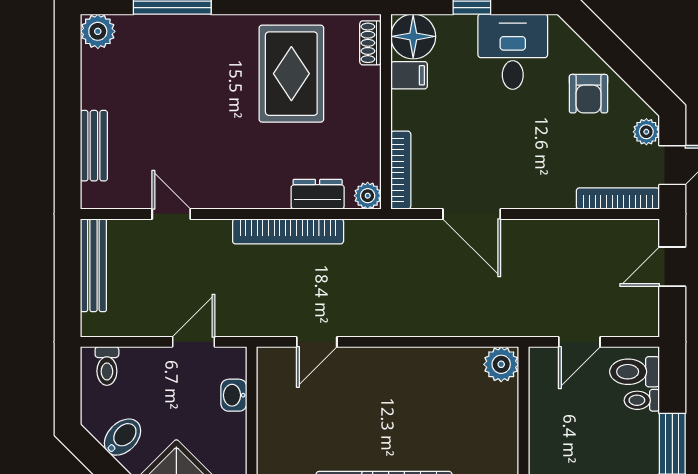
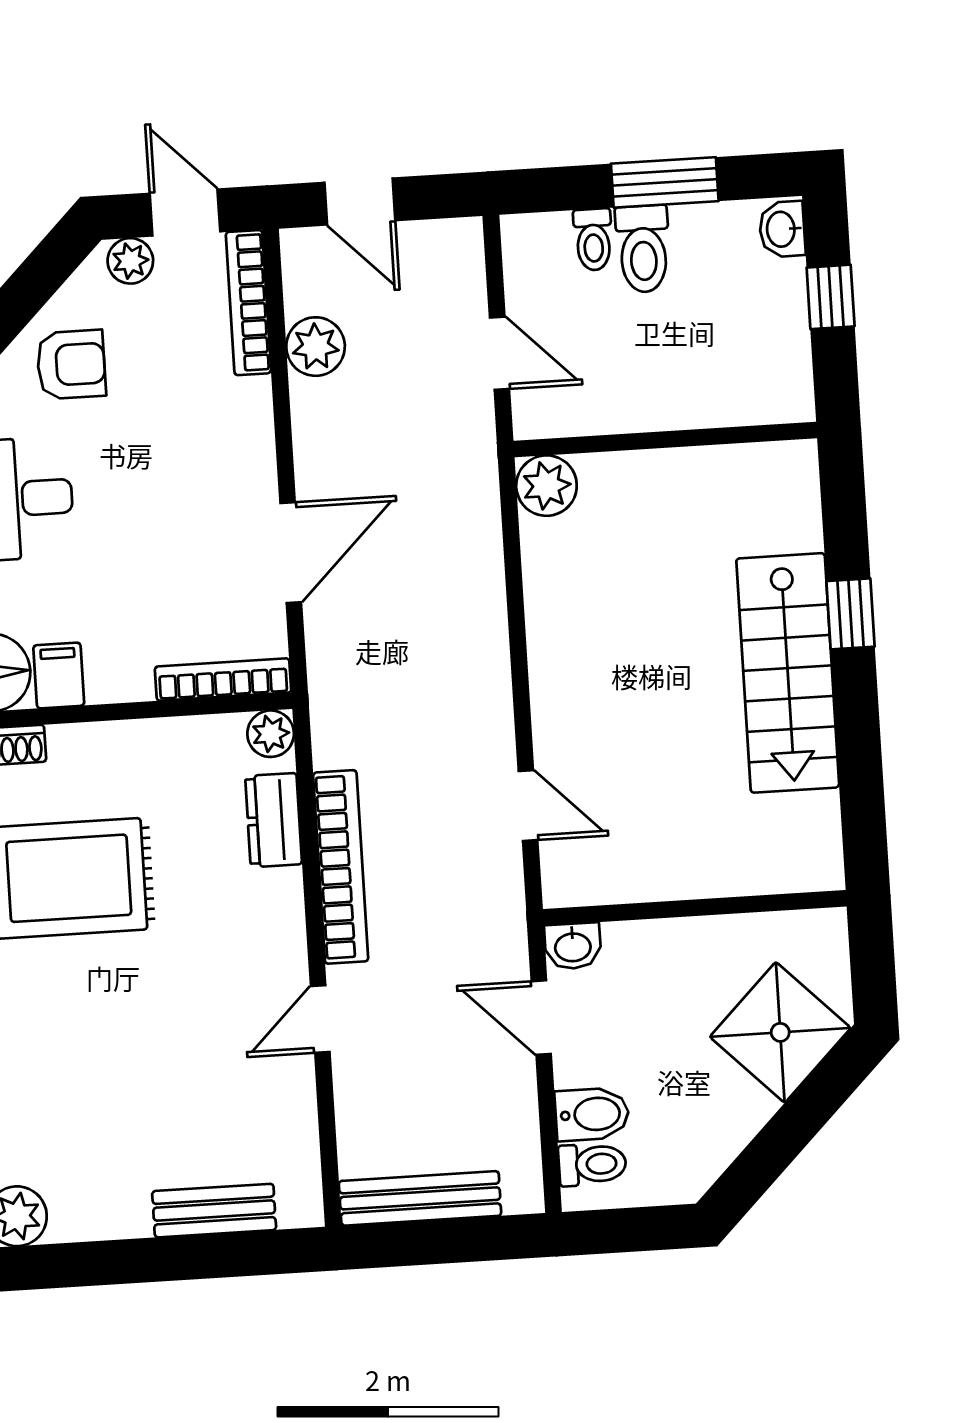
door: (171, 214) -> (320, 1019), moved
plant: (590, 236) -> (316, 347), added
toilet: (635, 372) -> (643, 249), moved
washbasin: (234, 395) -> (573, 946), moved
bidet: (123, 437) -> (592, 1114), moved, turned 135

